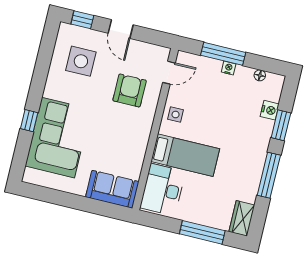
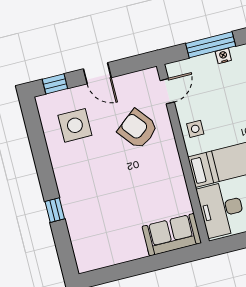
armchair: (130, 90) -> (138, 129), turned -39
corner sofa: (58, 138) -> (92, 212), removed

